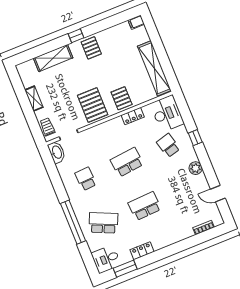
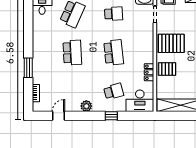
locker: (142, 251) -> (37, 36), removed
window: (125, 269) -> (28, 68), moved

